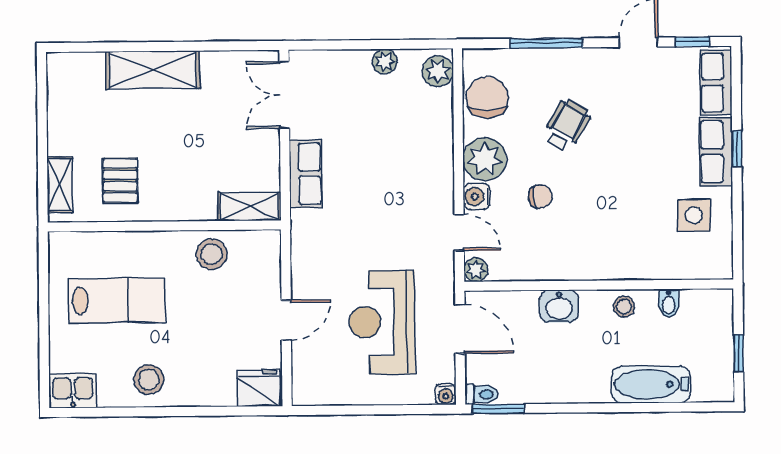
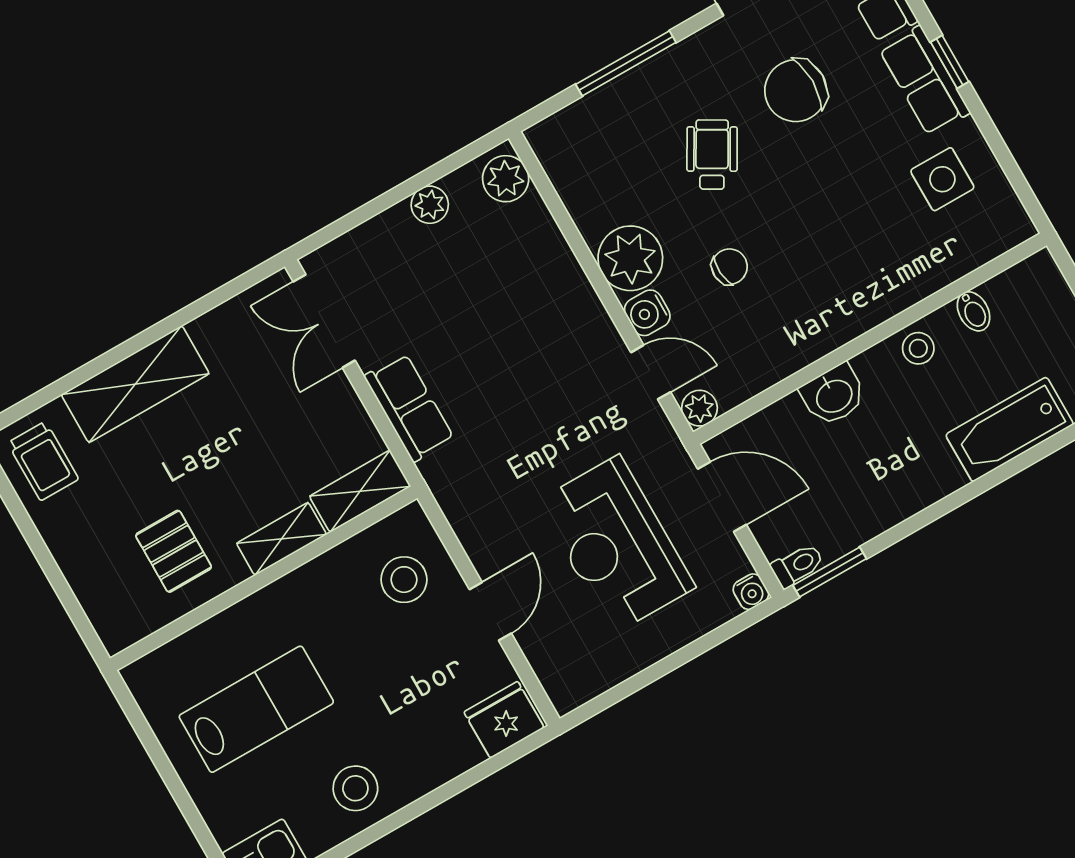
trolley: (73, 85) -> (43, 461), added
chair: (487, 97) -> (796, 91), moved, turned -90
shelving: (60, 185) -> (281, 539), moved, turned 90
stool: (212, 254) -> (404, 580), moved

